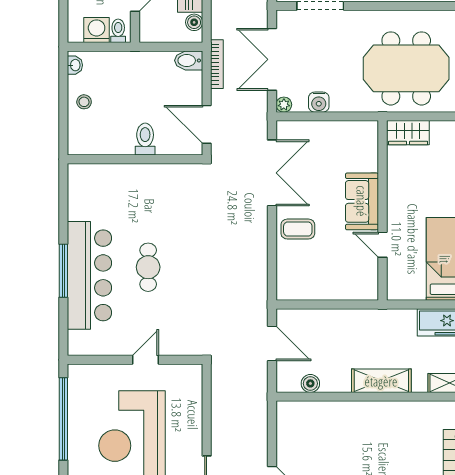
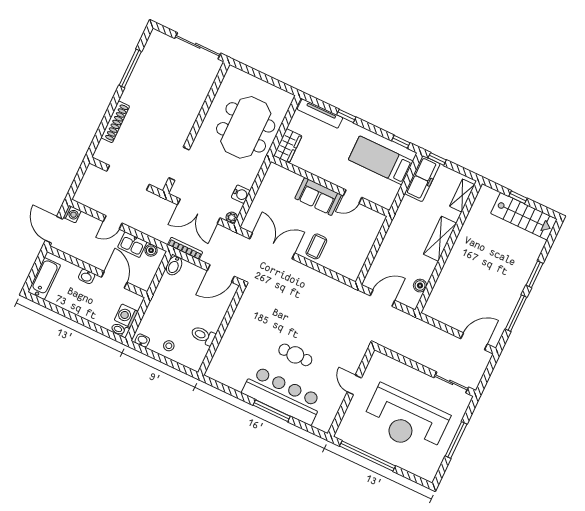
toilet: (118, 31) -> (120, 330), moved
toilet: (145, 139) -> (203, 336), moved

